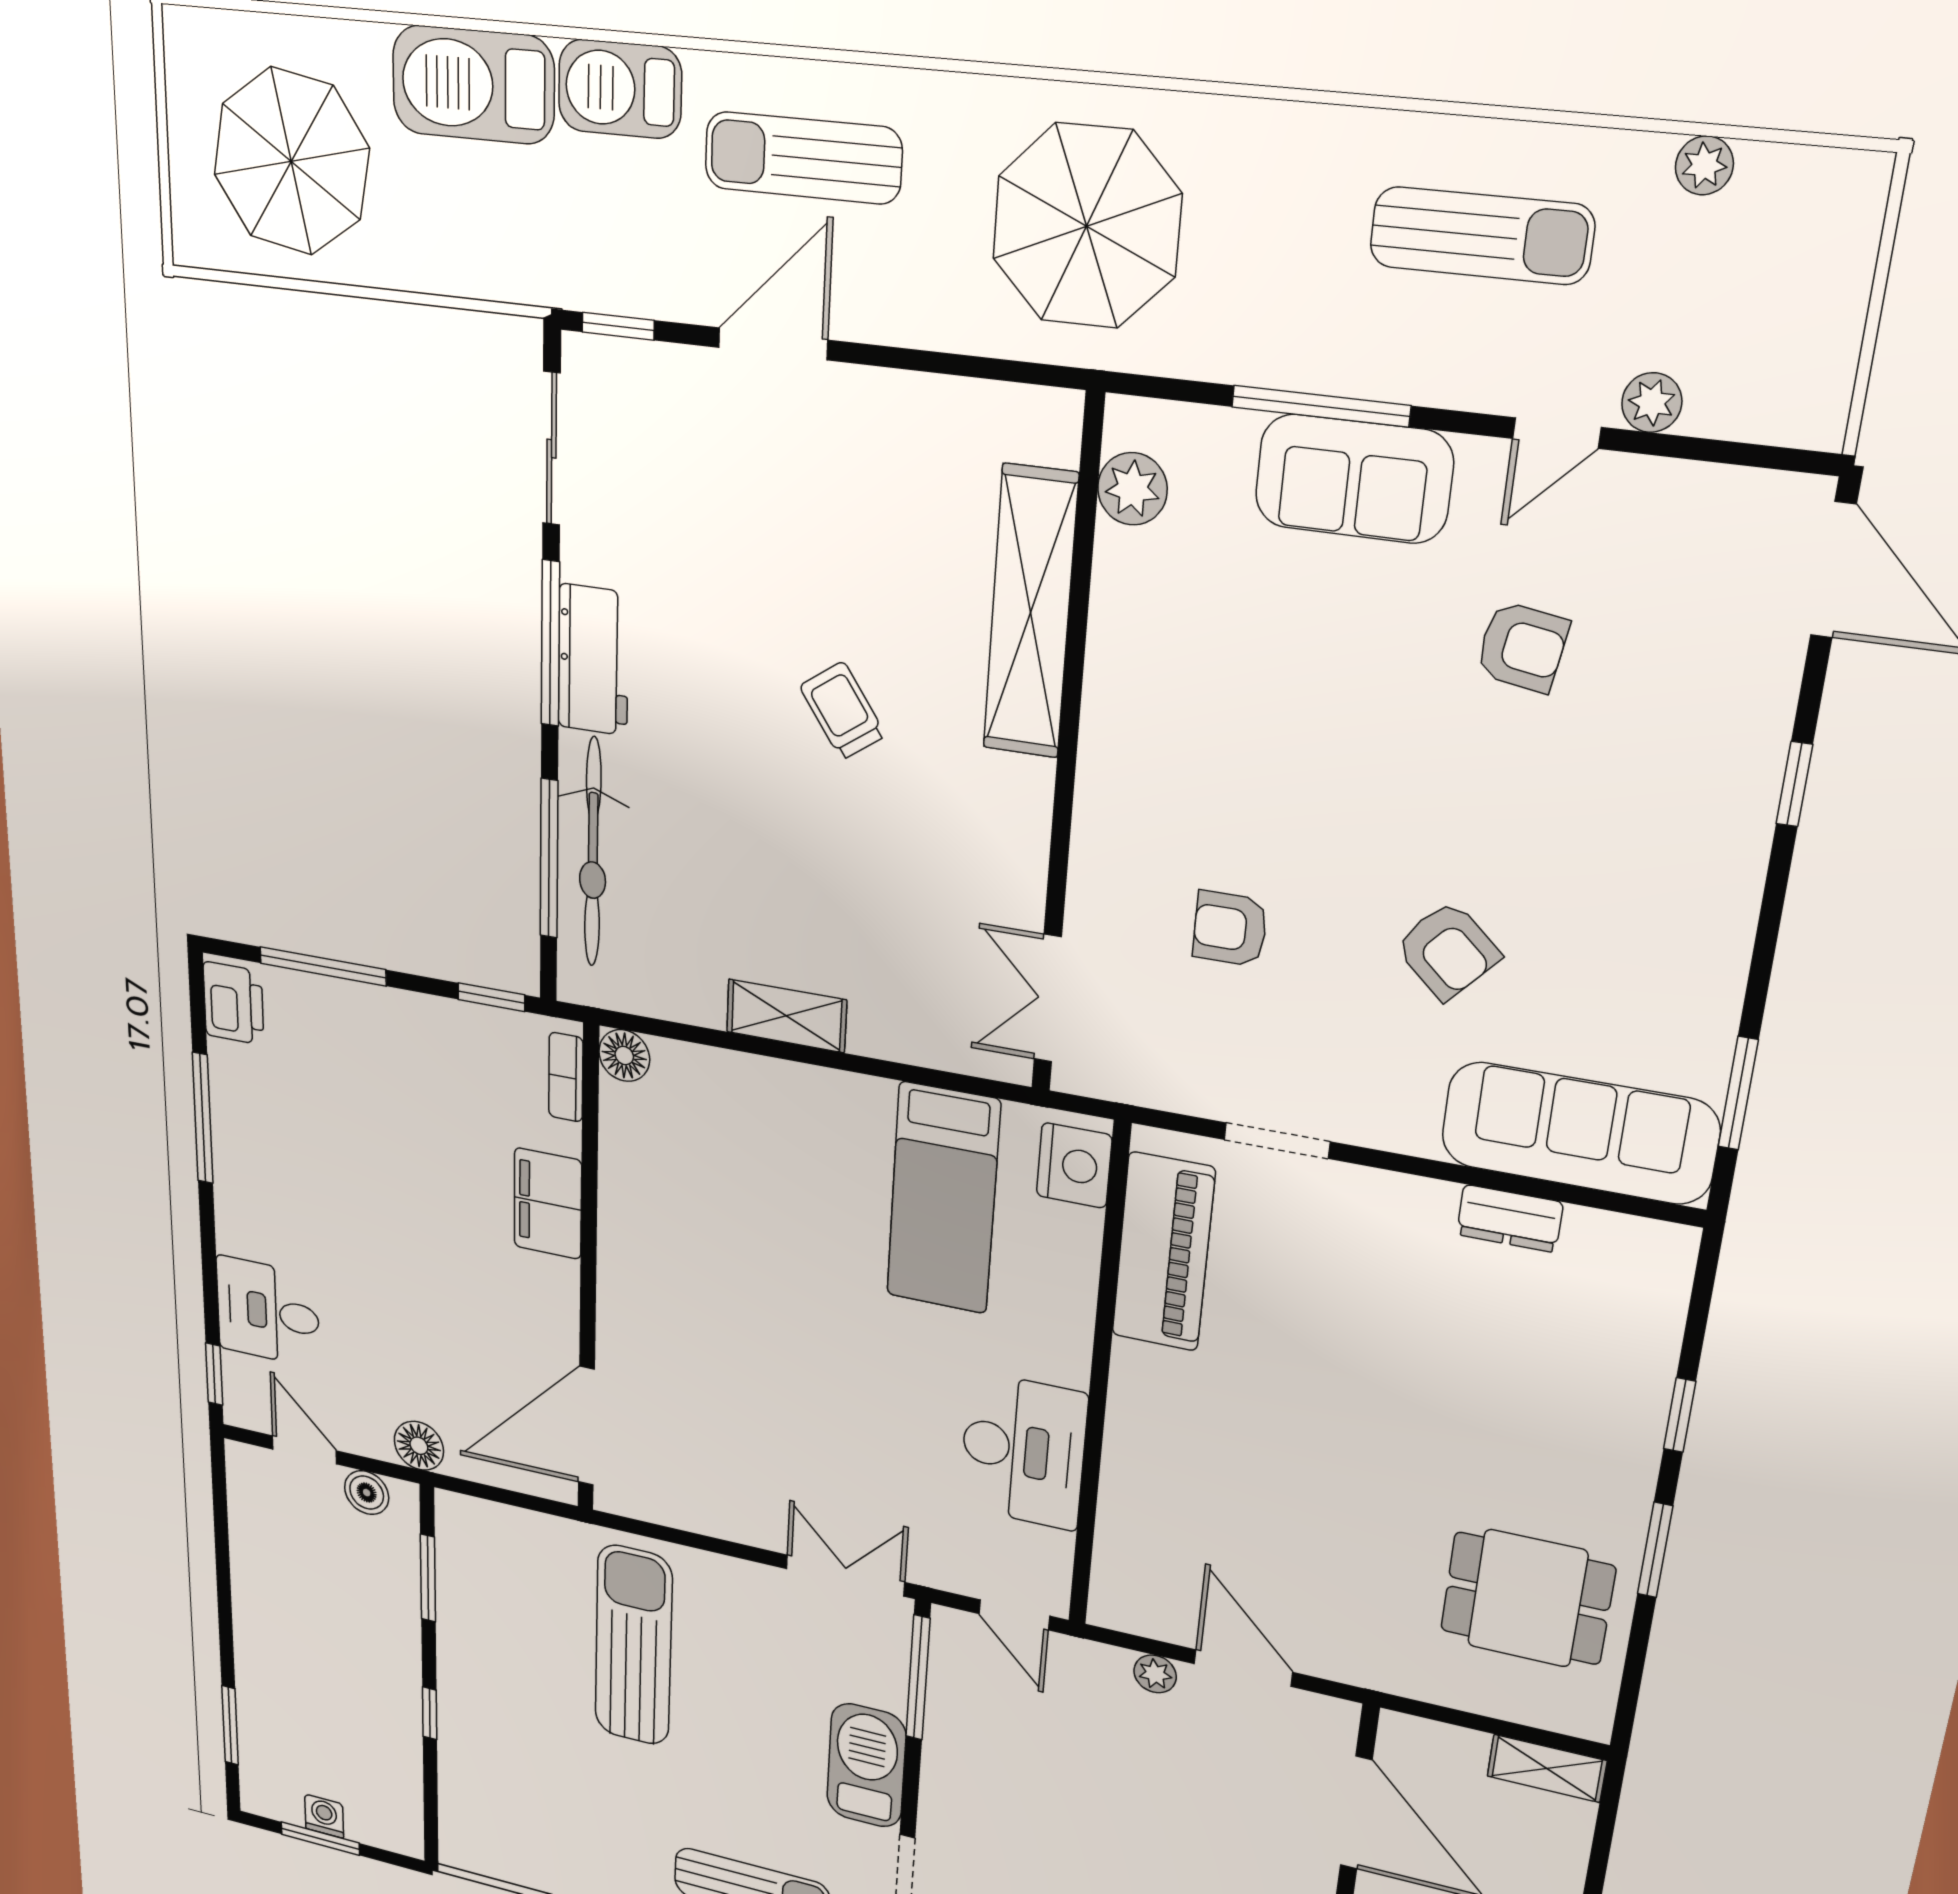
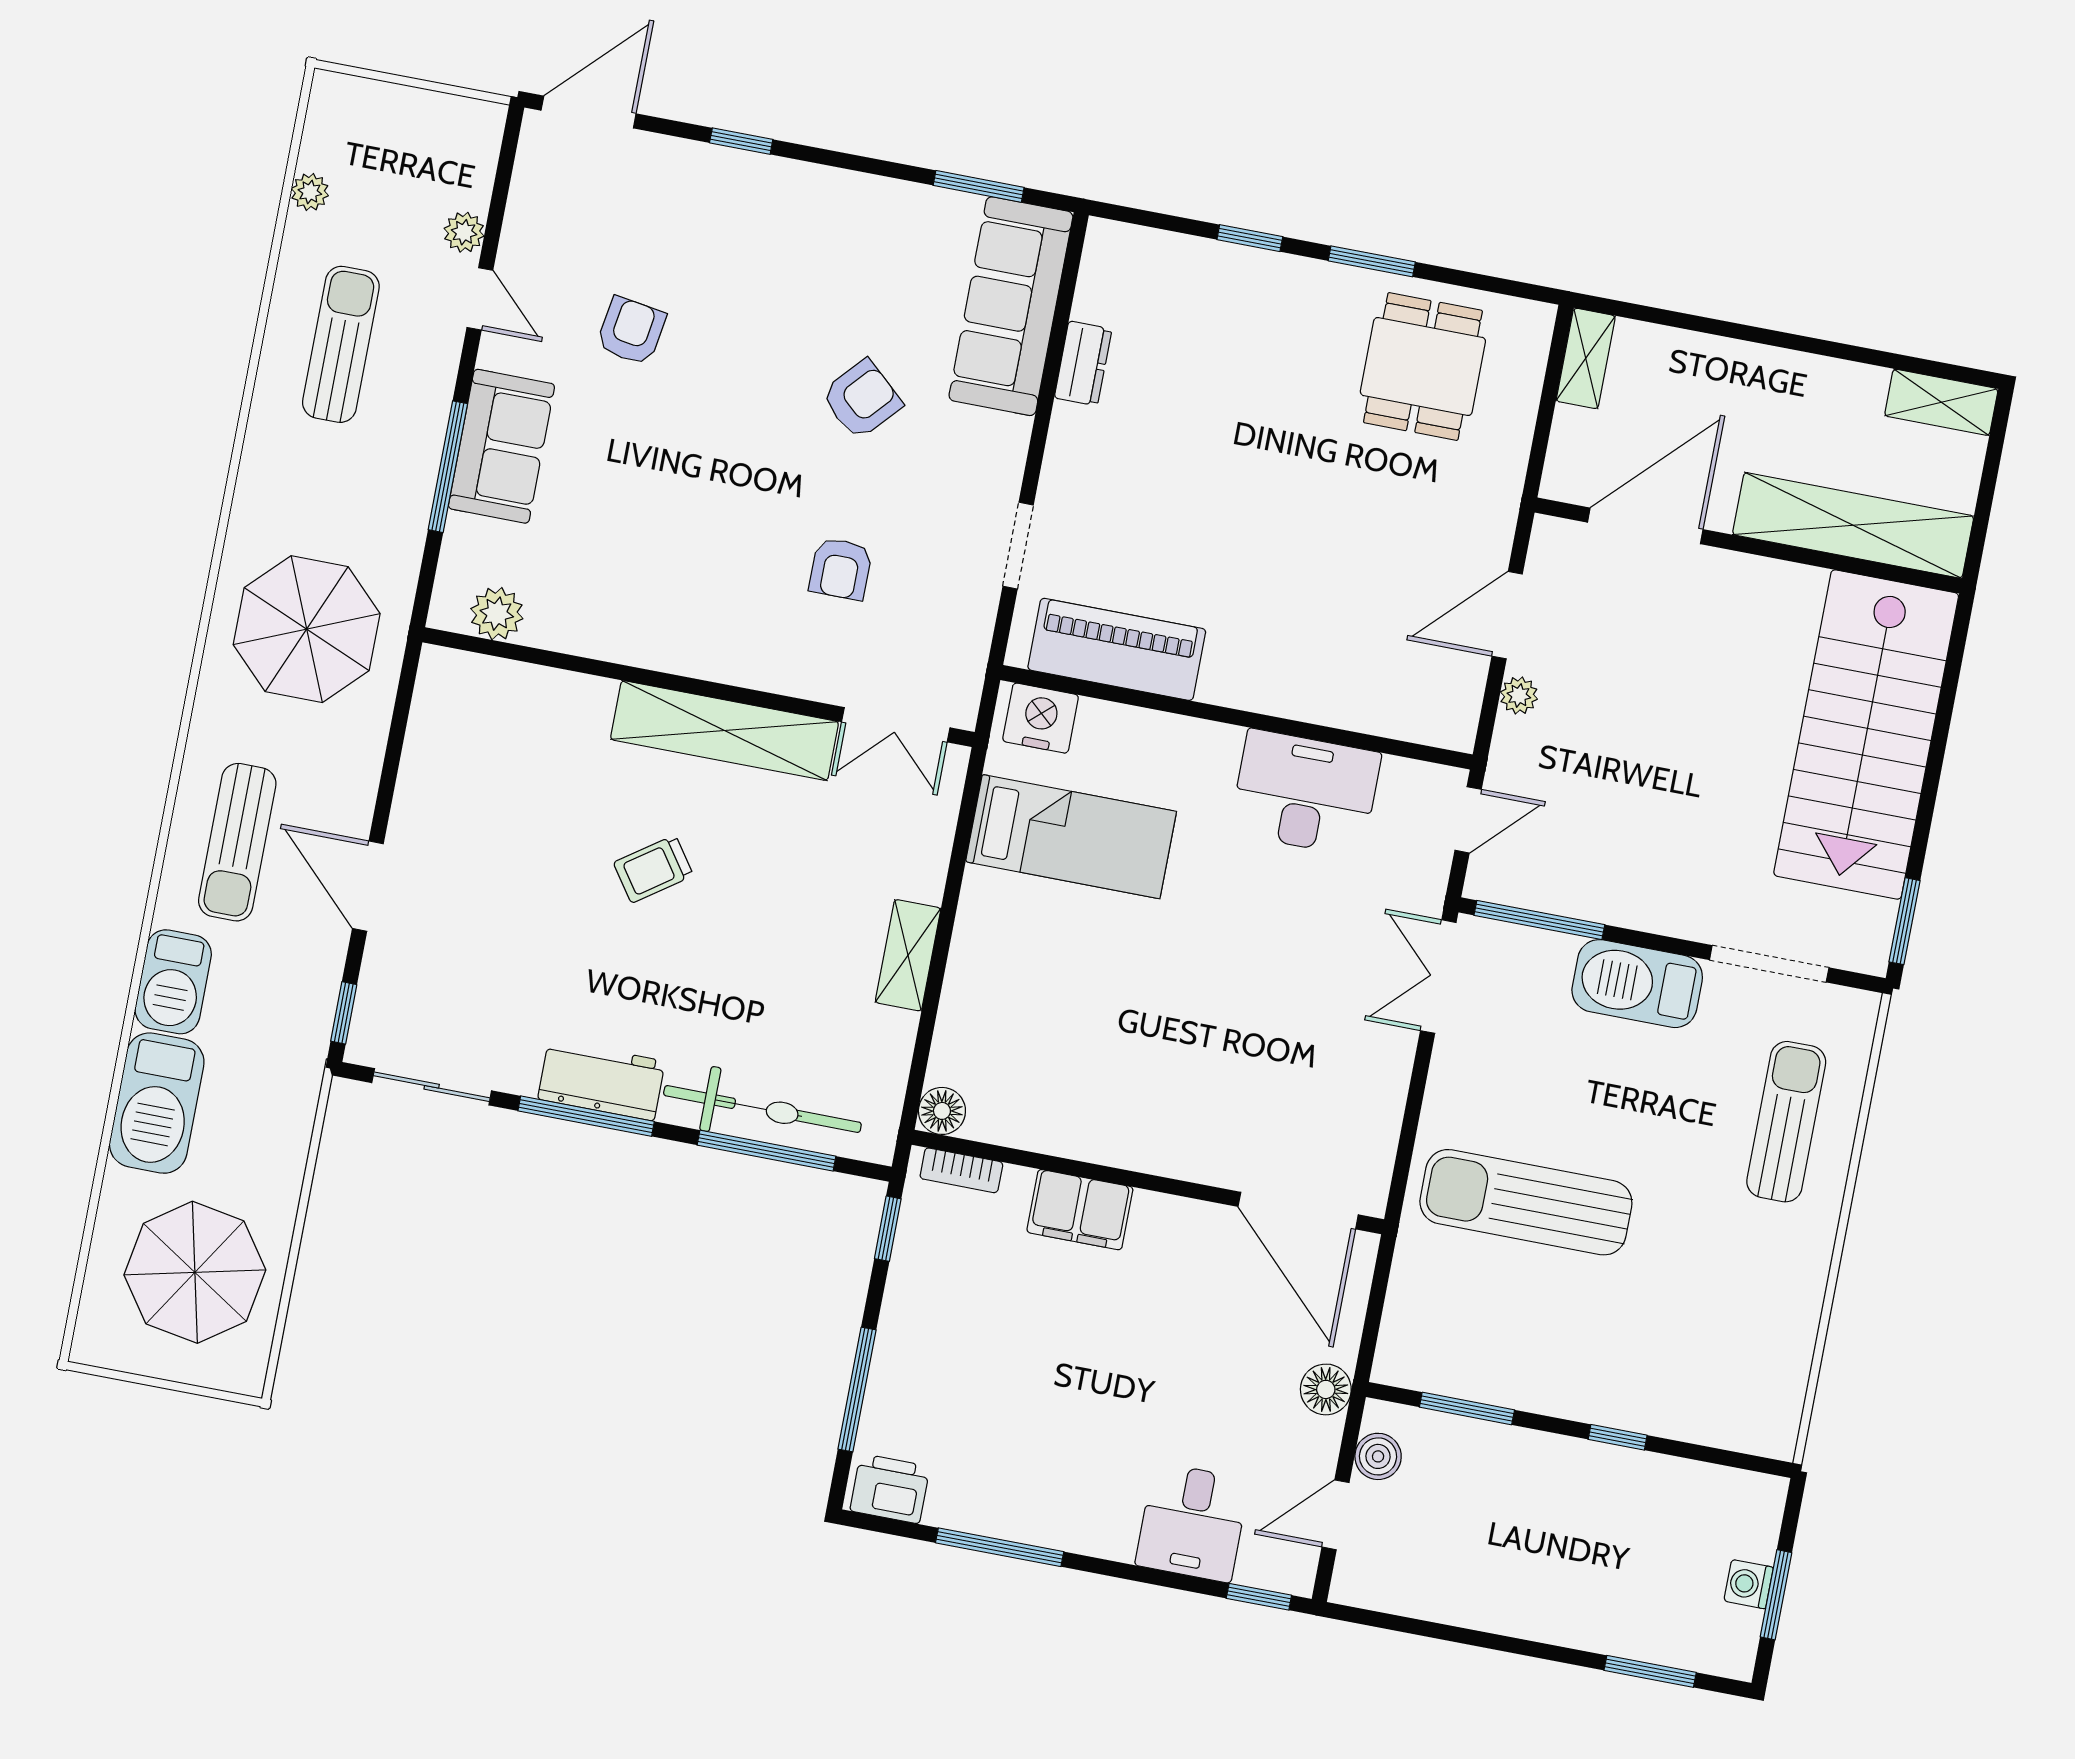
shelving: (1030, 613) -> (725, 731), moved

